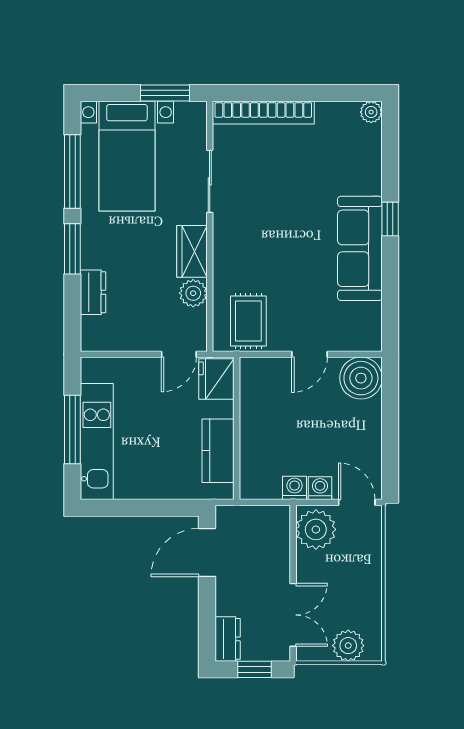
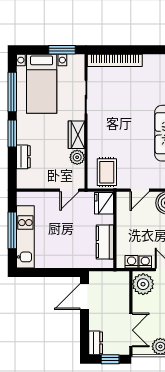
fridge: (216, 379) -> (104, 203), moved
wall: (237, 428) -> (115, 230), moved
kitchen counter: (218, 451) -> (105, 242), moved

